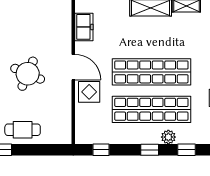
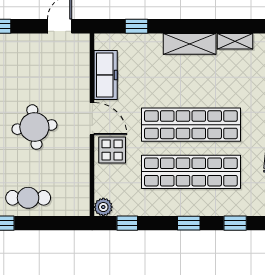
freezer: (84, 27) -> (106, 75), width x1.40
round table: (28, 74) -> (34, 127), turned -30
plant: (168, 137) -> (103, 207), moved

